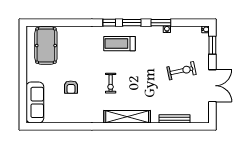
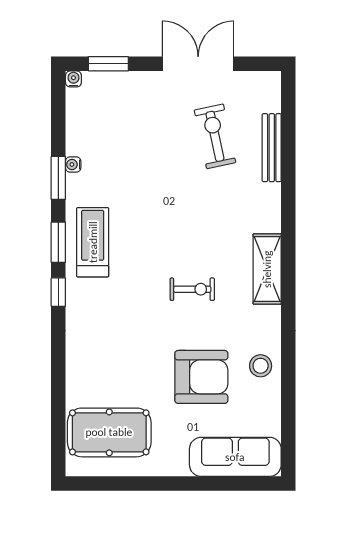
treadmill: (119, 44) -> (93, 242), moved, turned 180
exercise bike: (181, 71) -> (215, 136), moved
armchair: (71, 87) -> (201, 377), width x1.88, depth x1.88
stool: (76, 114) -> (261, 366), added
shelving: (127, 117) -> (267, 269), width x0.68

